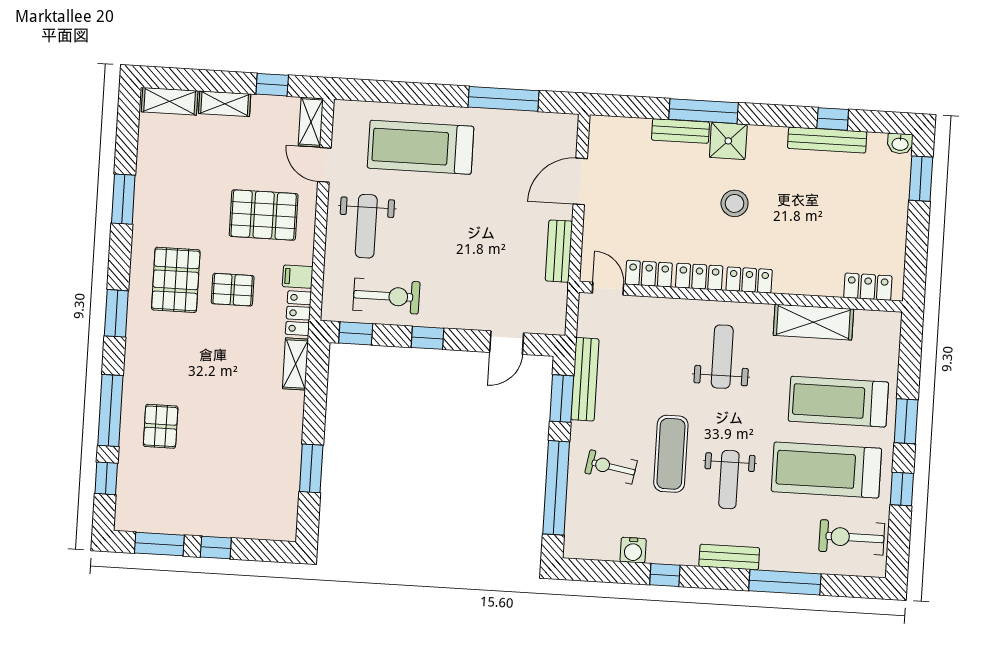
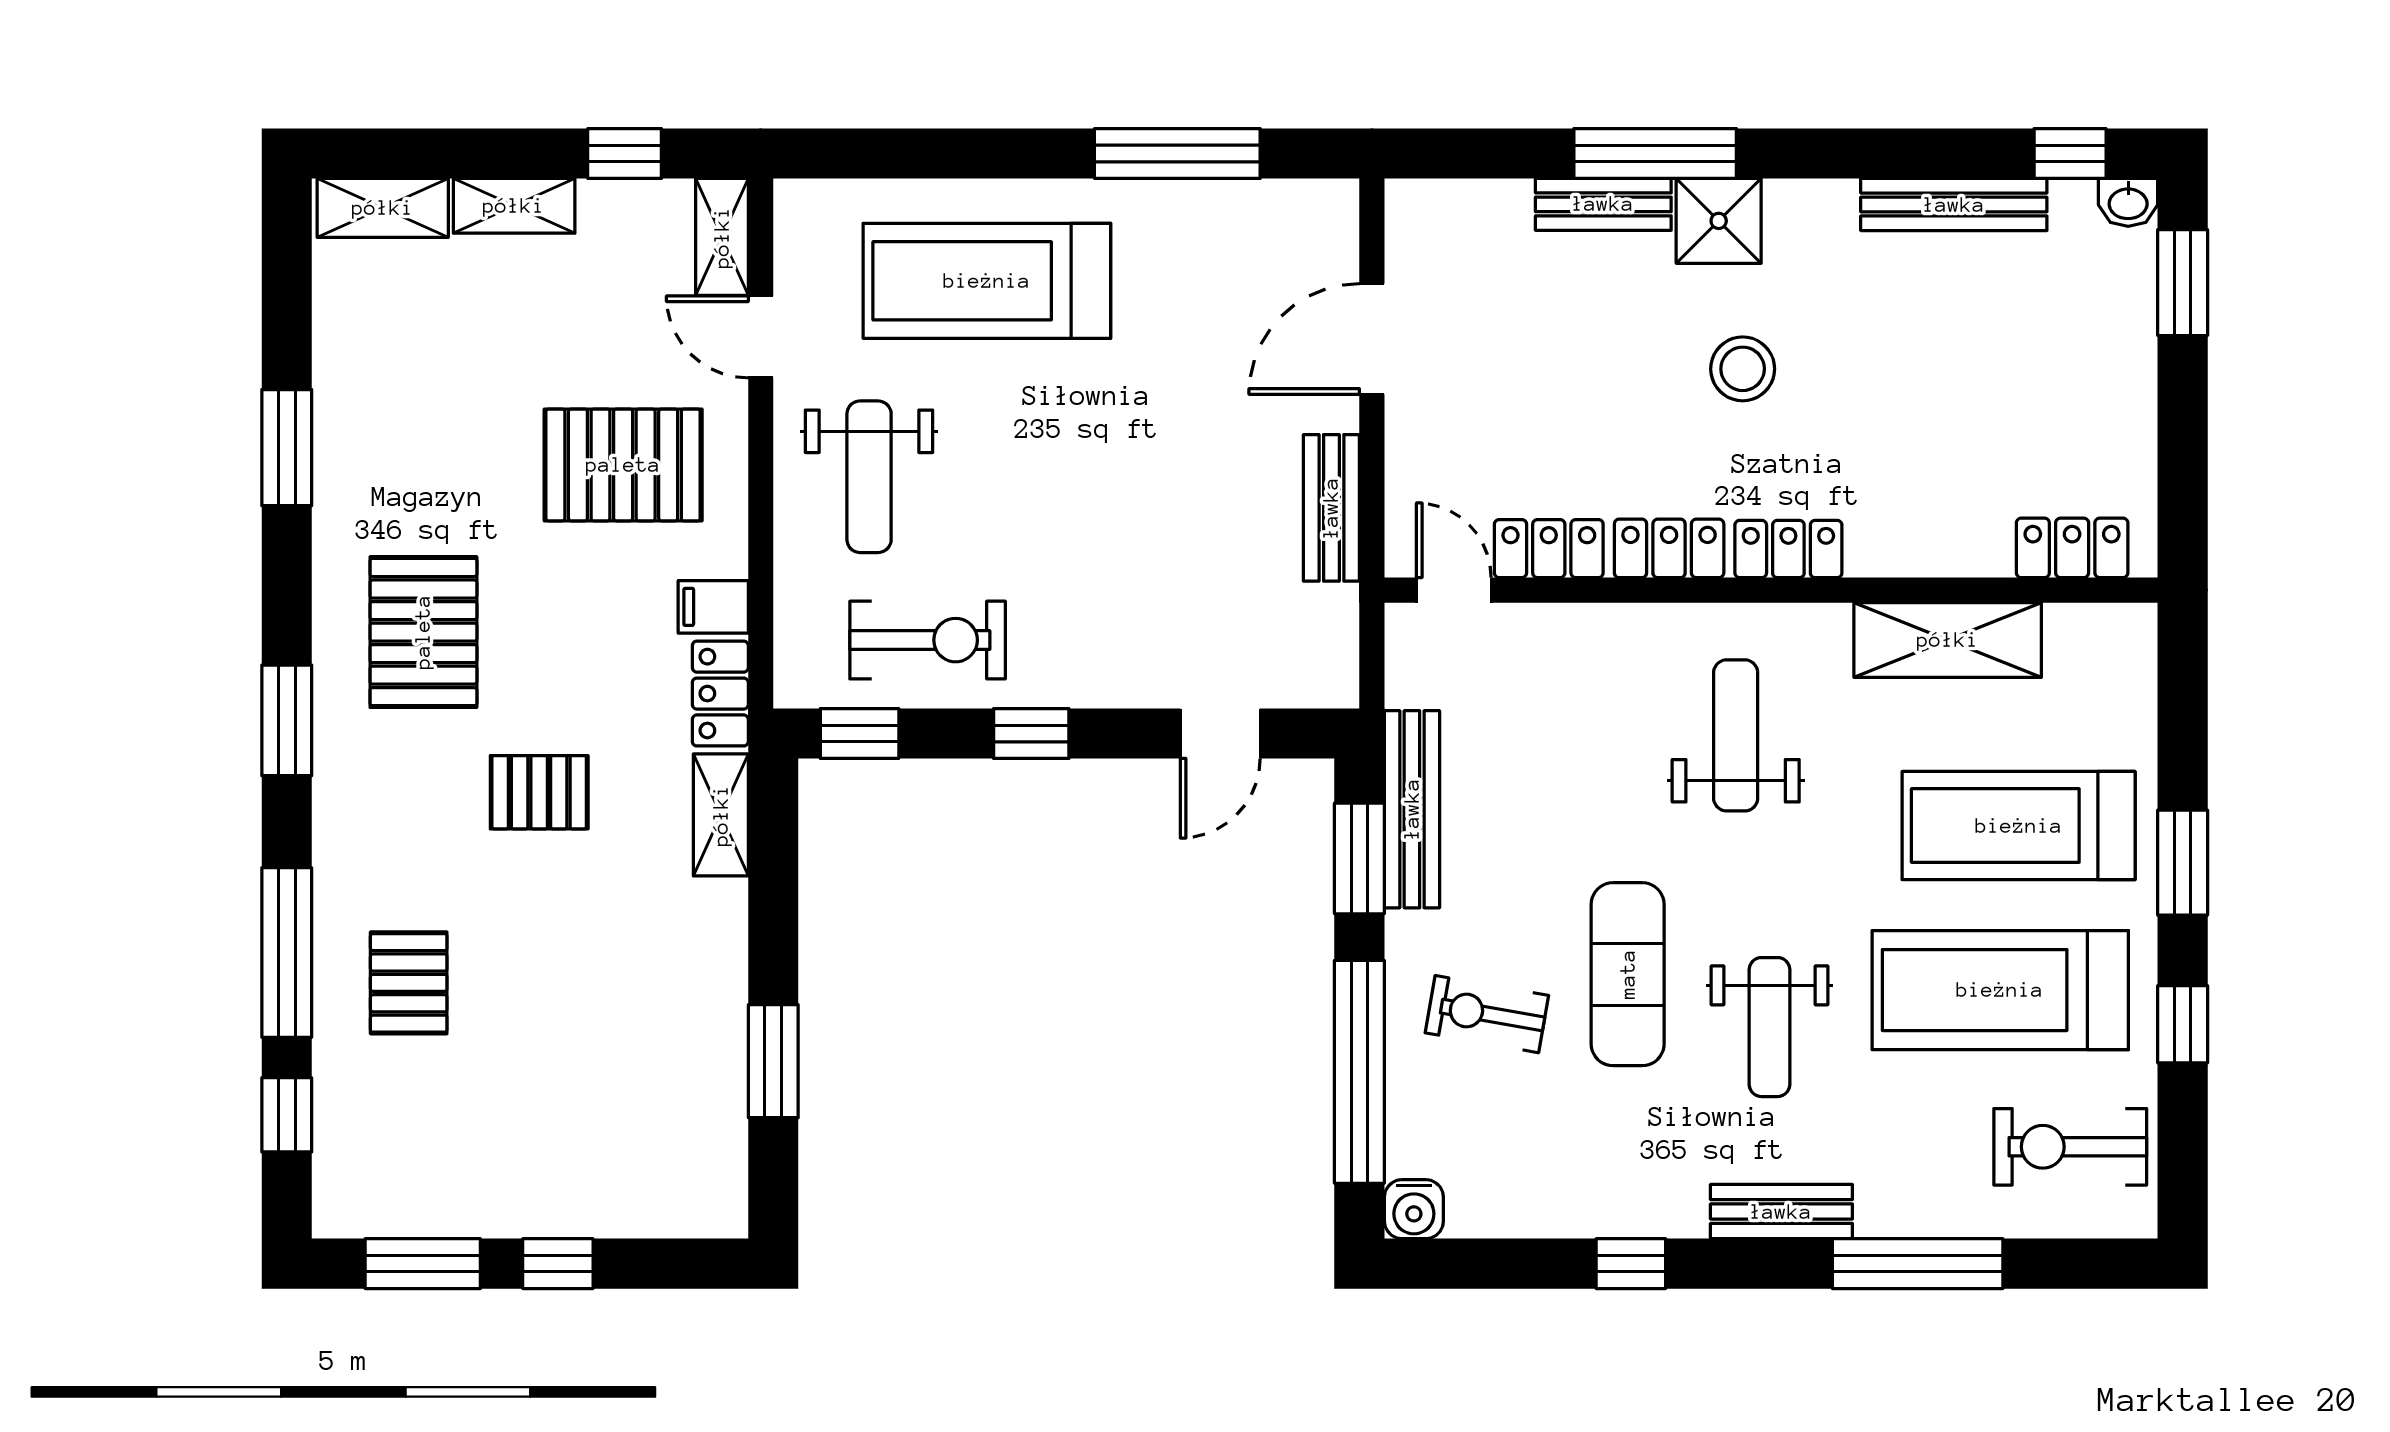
window: (833, 119) -> (2070, 153), moved
pallet: (233, 290) -> (539, 792), moved
water cooler: (633, 550) -> (1414, 1209), moved

